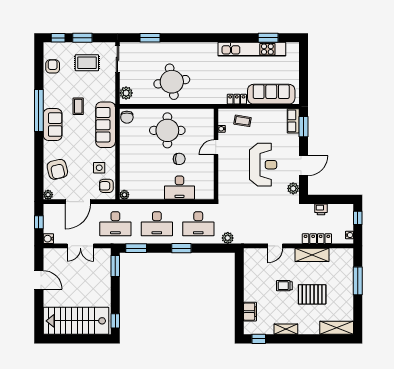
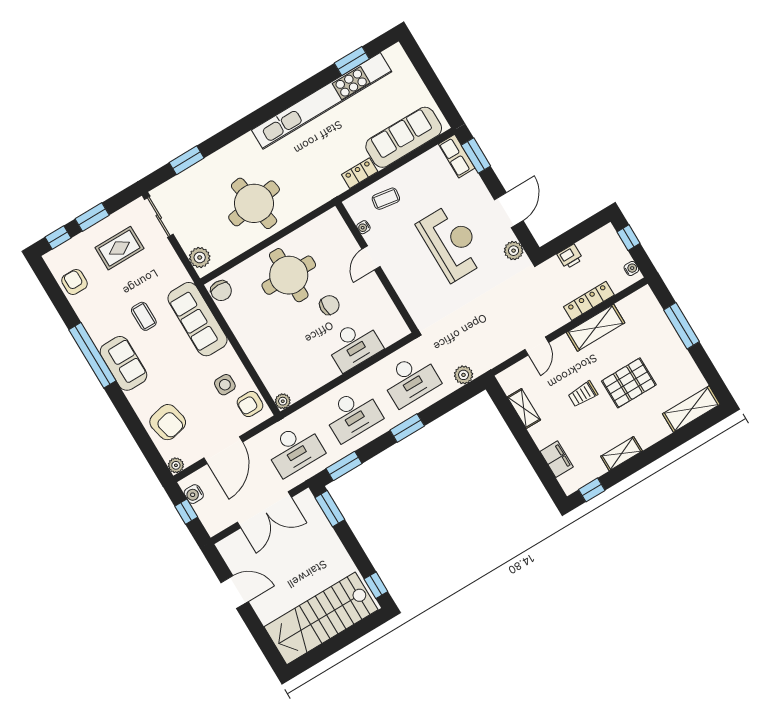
kitchen unit: (252, 49) -> (322, 101), width x1.36
water cooler: (48, 239) -> (194, 494), moved
double door: (80, 246) -> (264, 510), width x1.37
shelving: (249, 275) -> (524, 409), added

